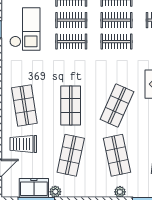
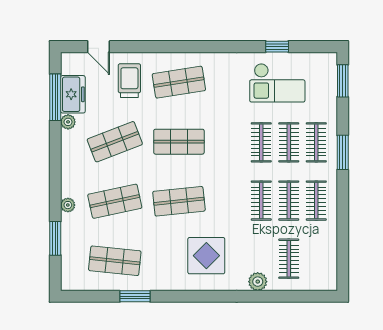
shop shelf: (117, 106) -> (179, 201), turned -30
shop shelf: (71, 155) -> (115, 142), turned -33

